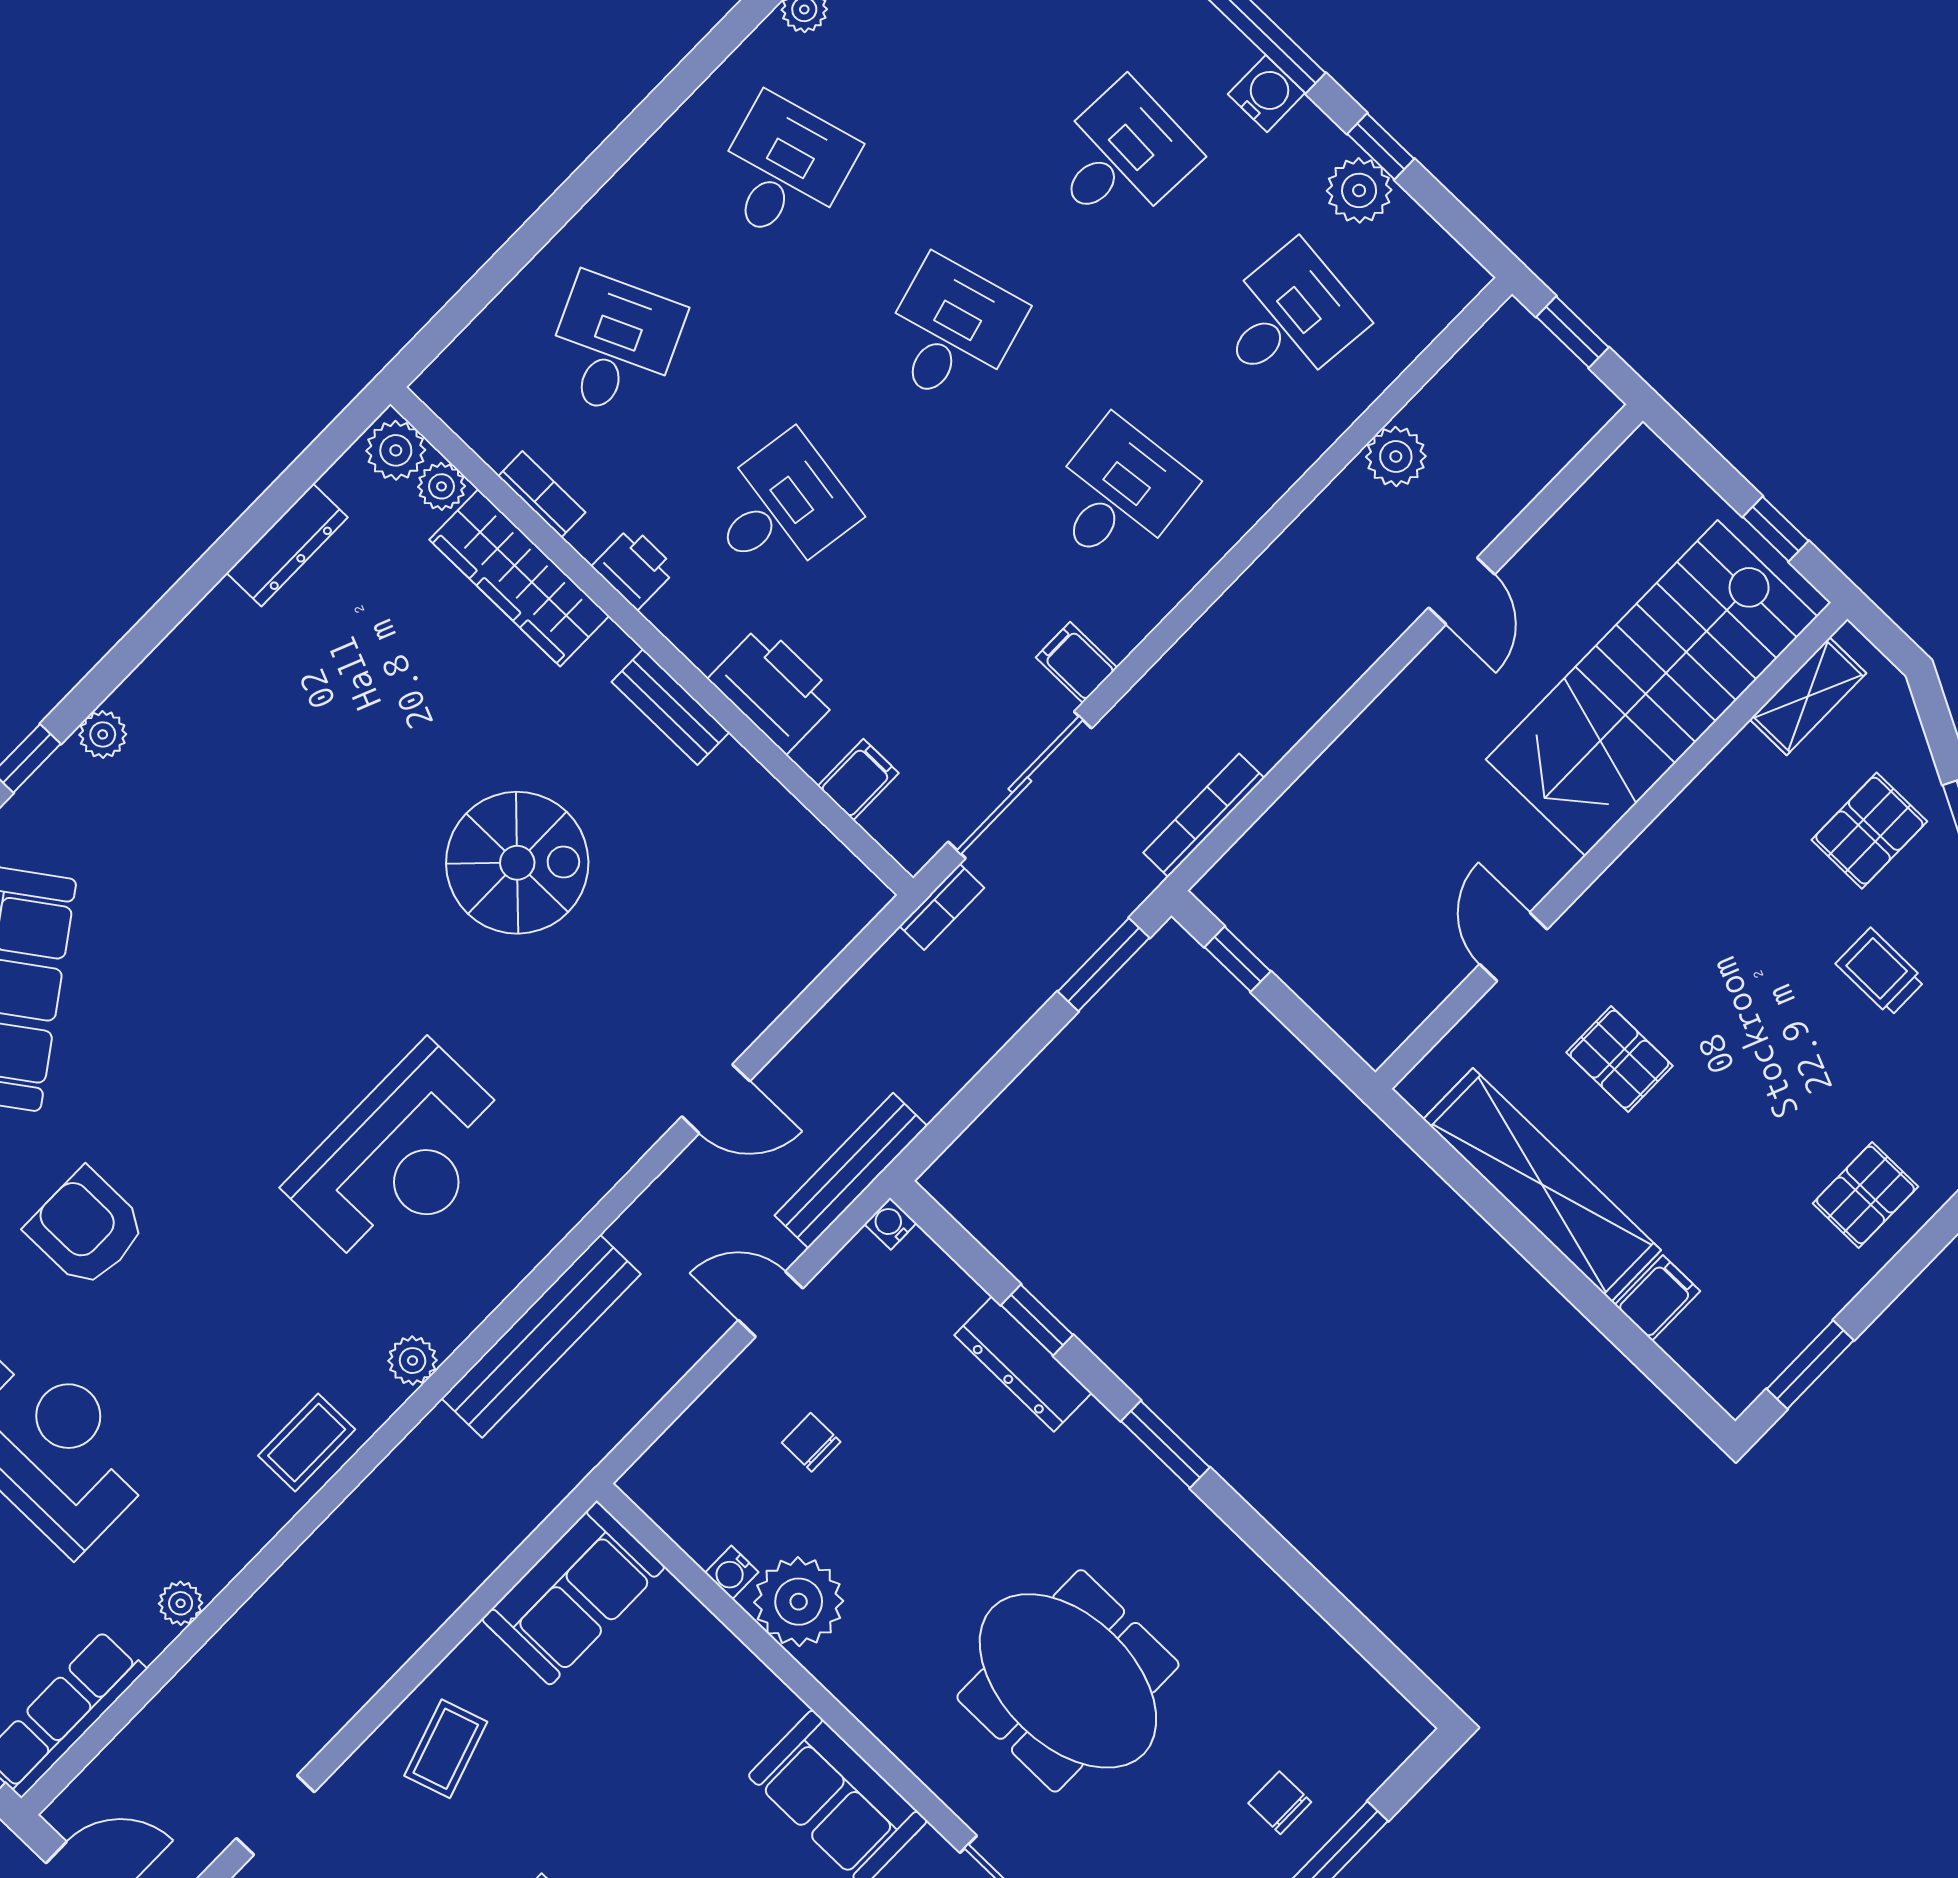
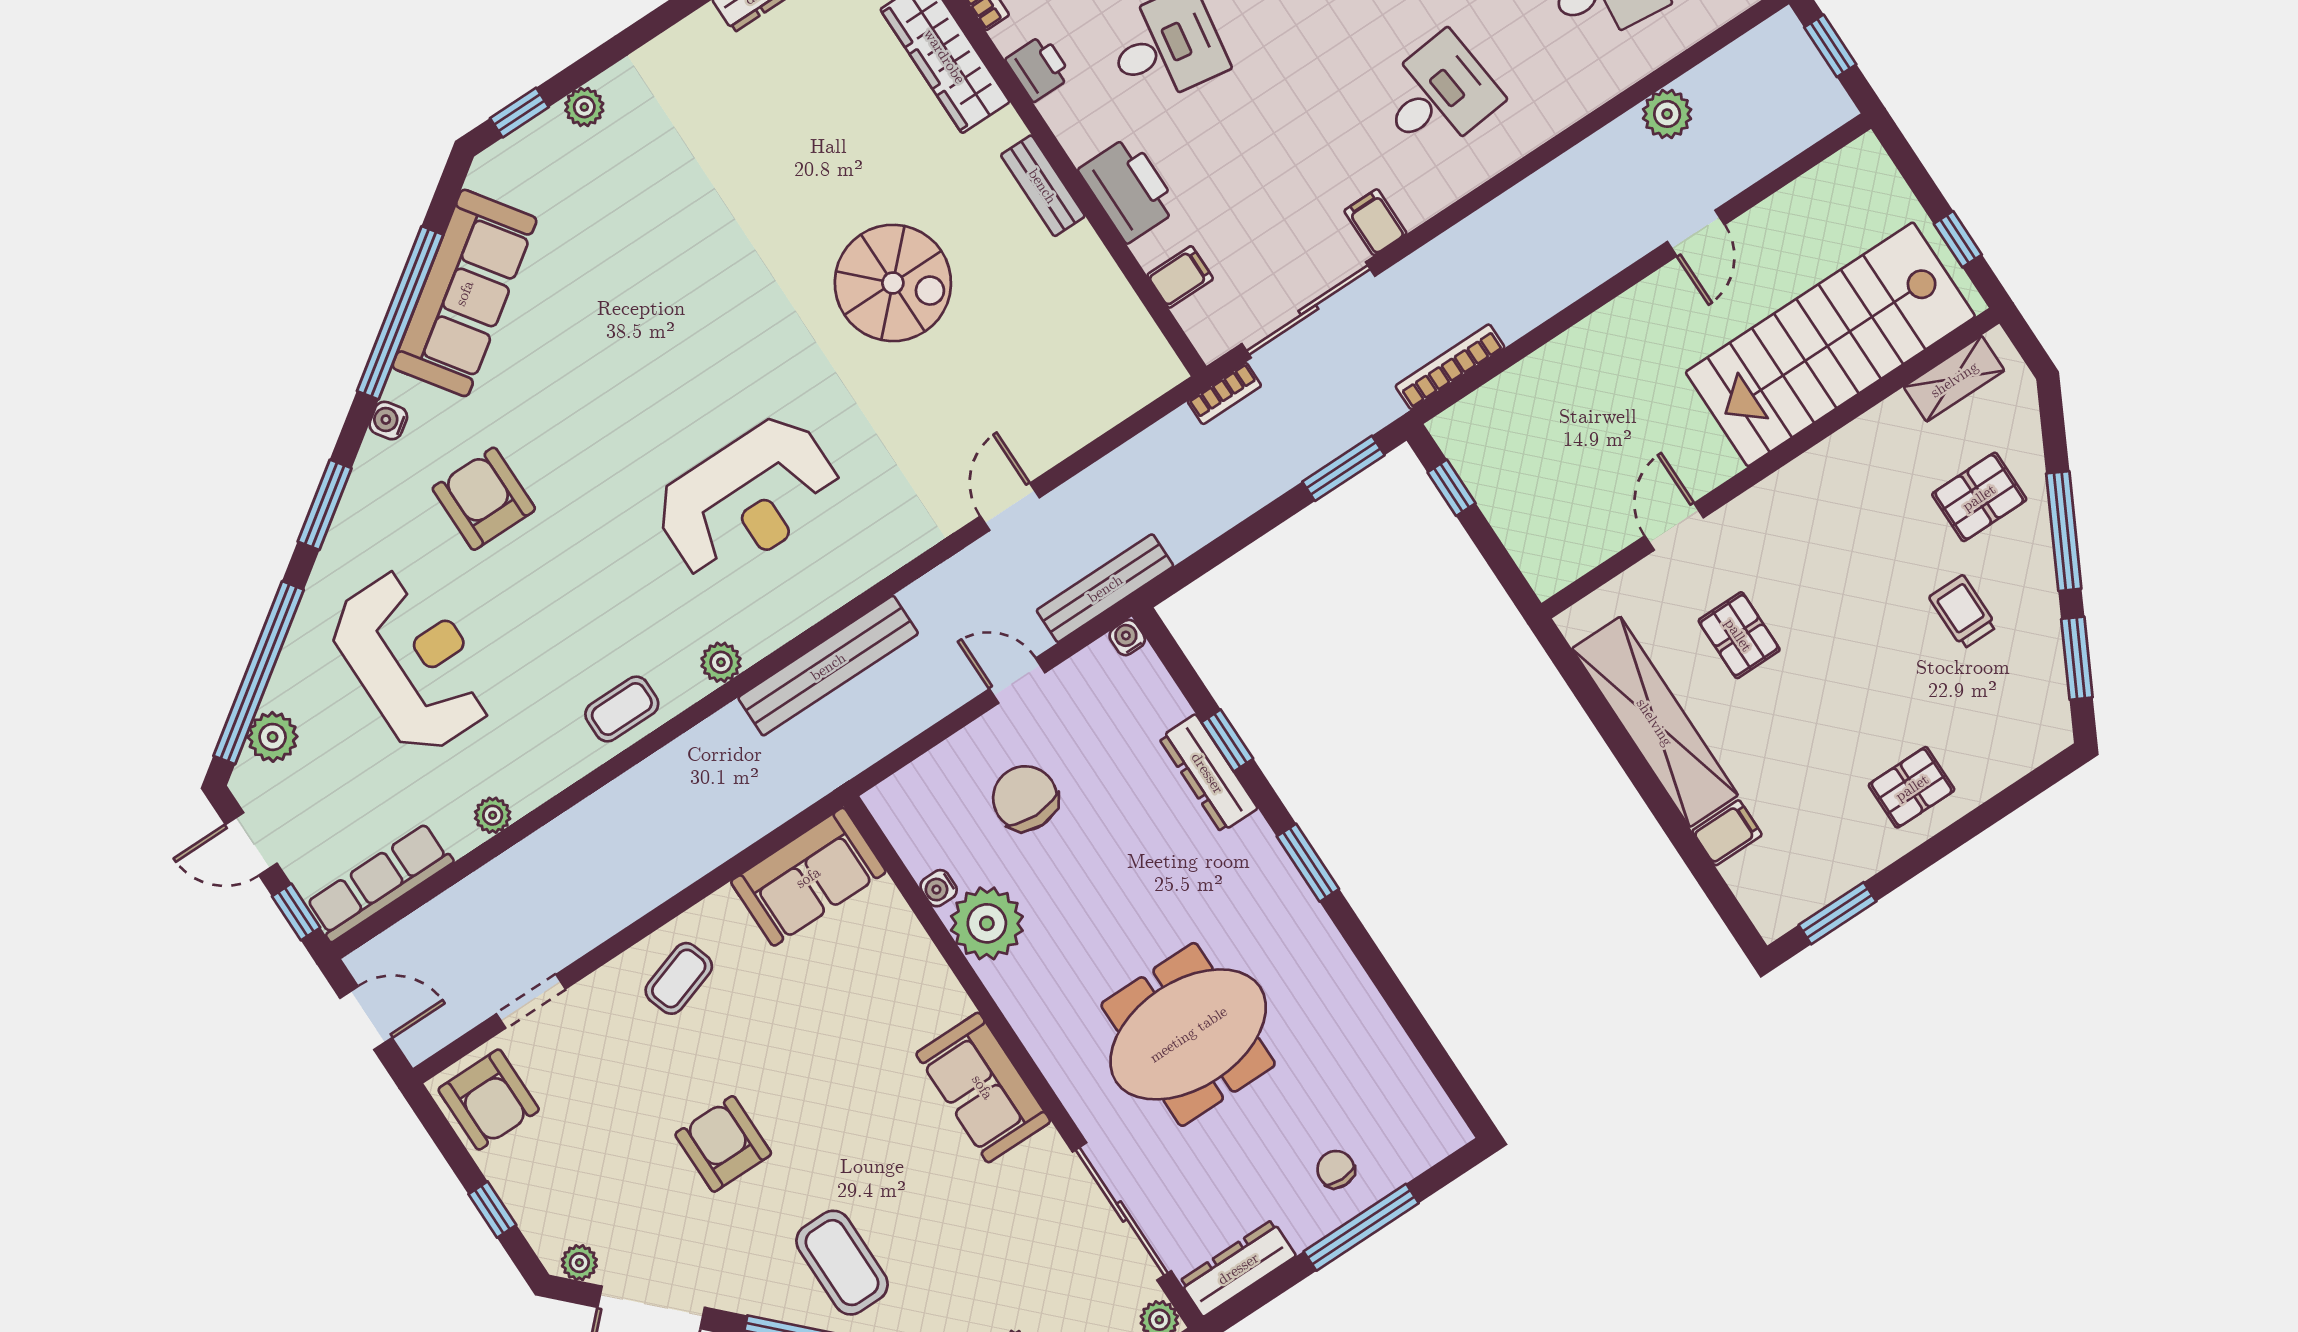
door: (716, 1099) -> (1010, 507), swing flipped
chair: (811, 1442) -> (1025, 798), width x1.87, depth x1.87
meeting table: (1068, 1681) -> (1188, 1034), turned 90

